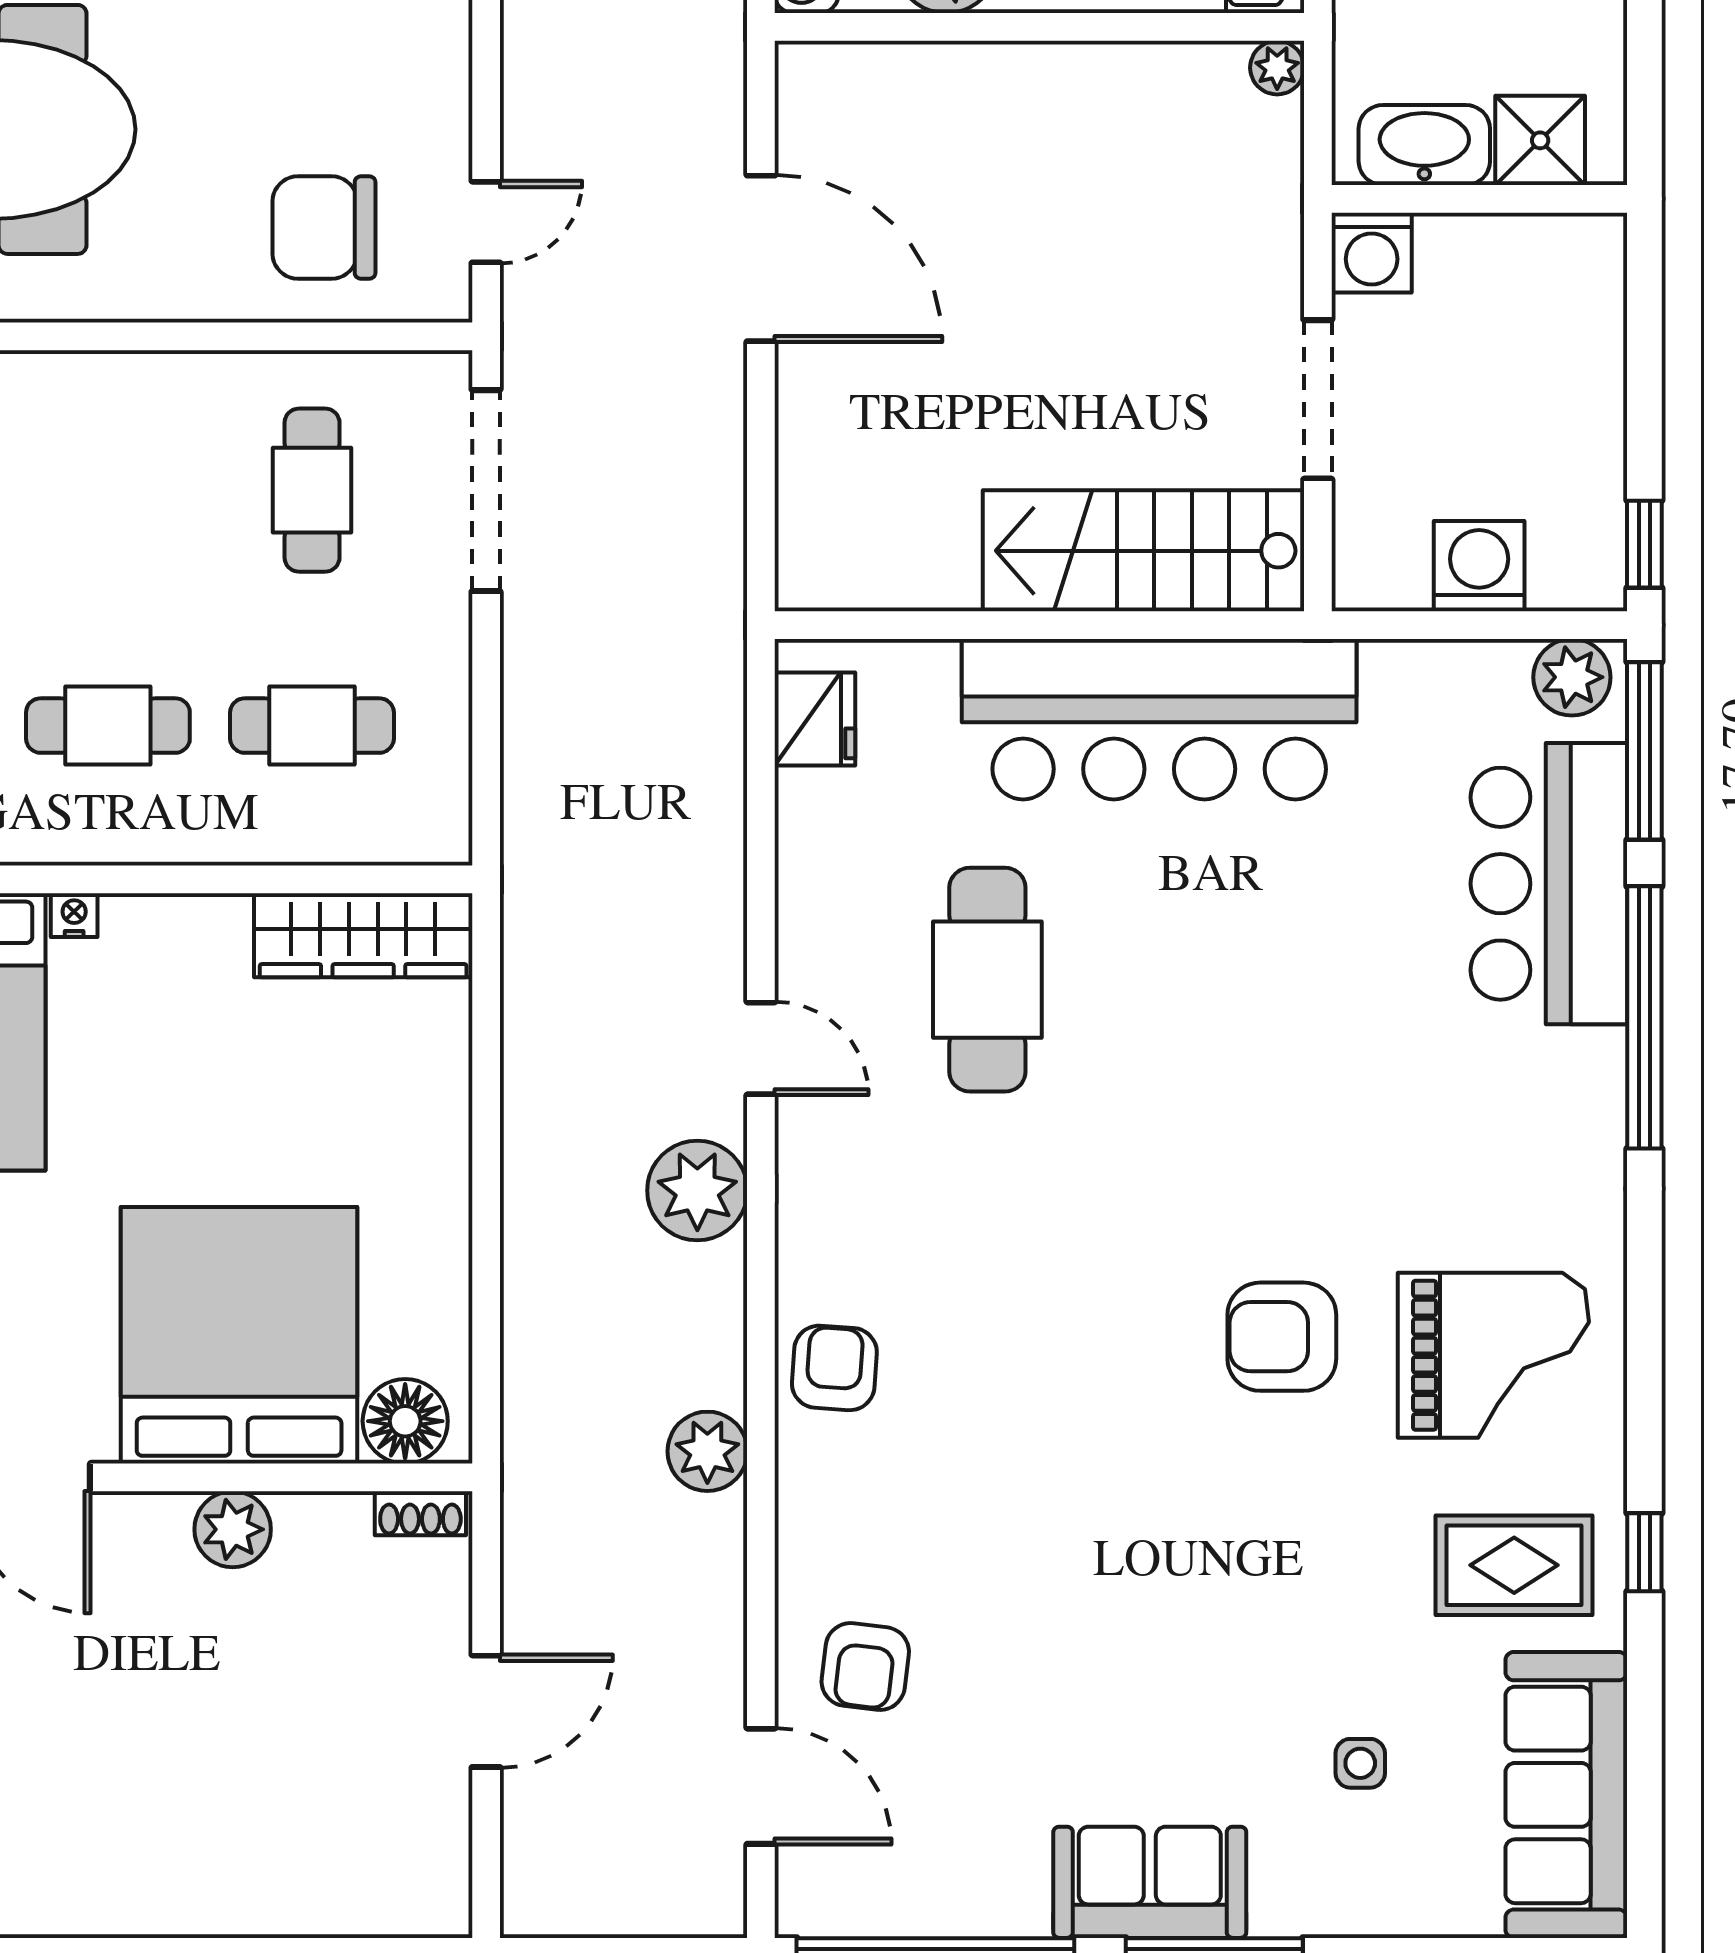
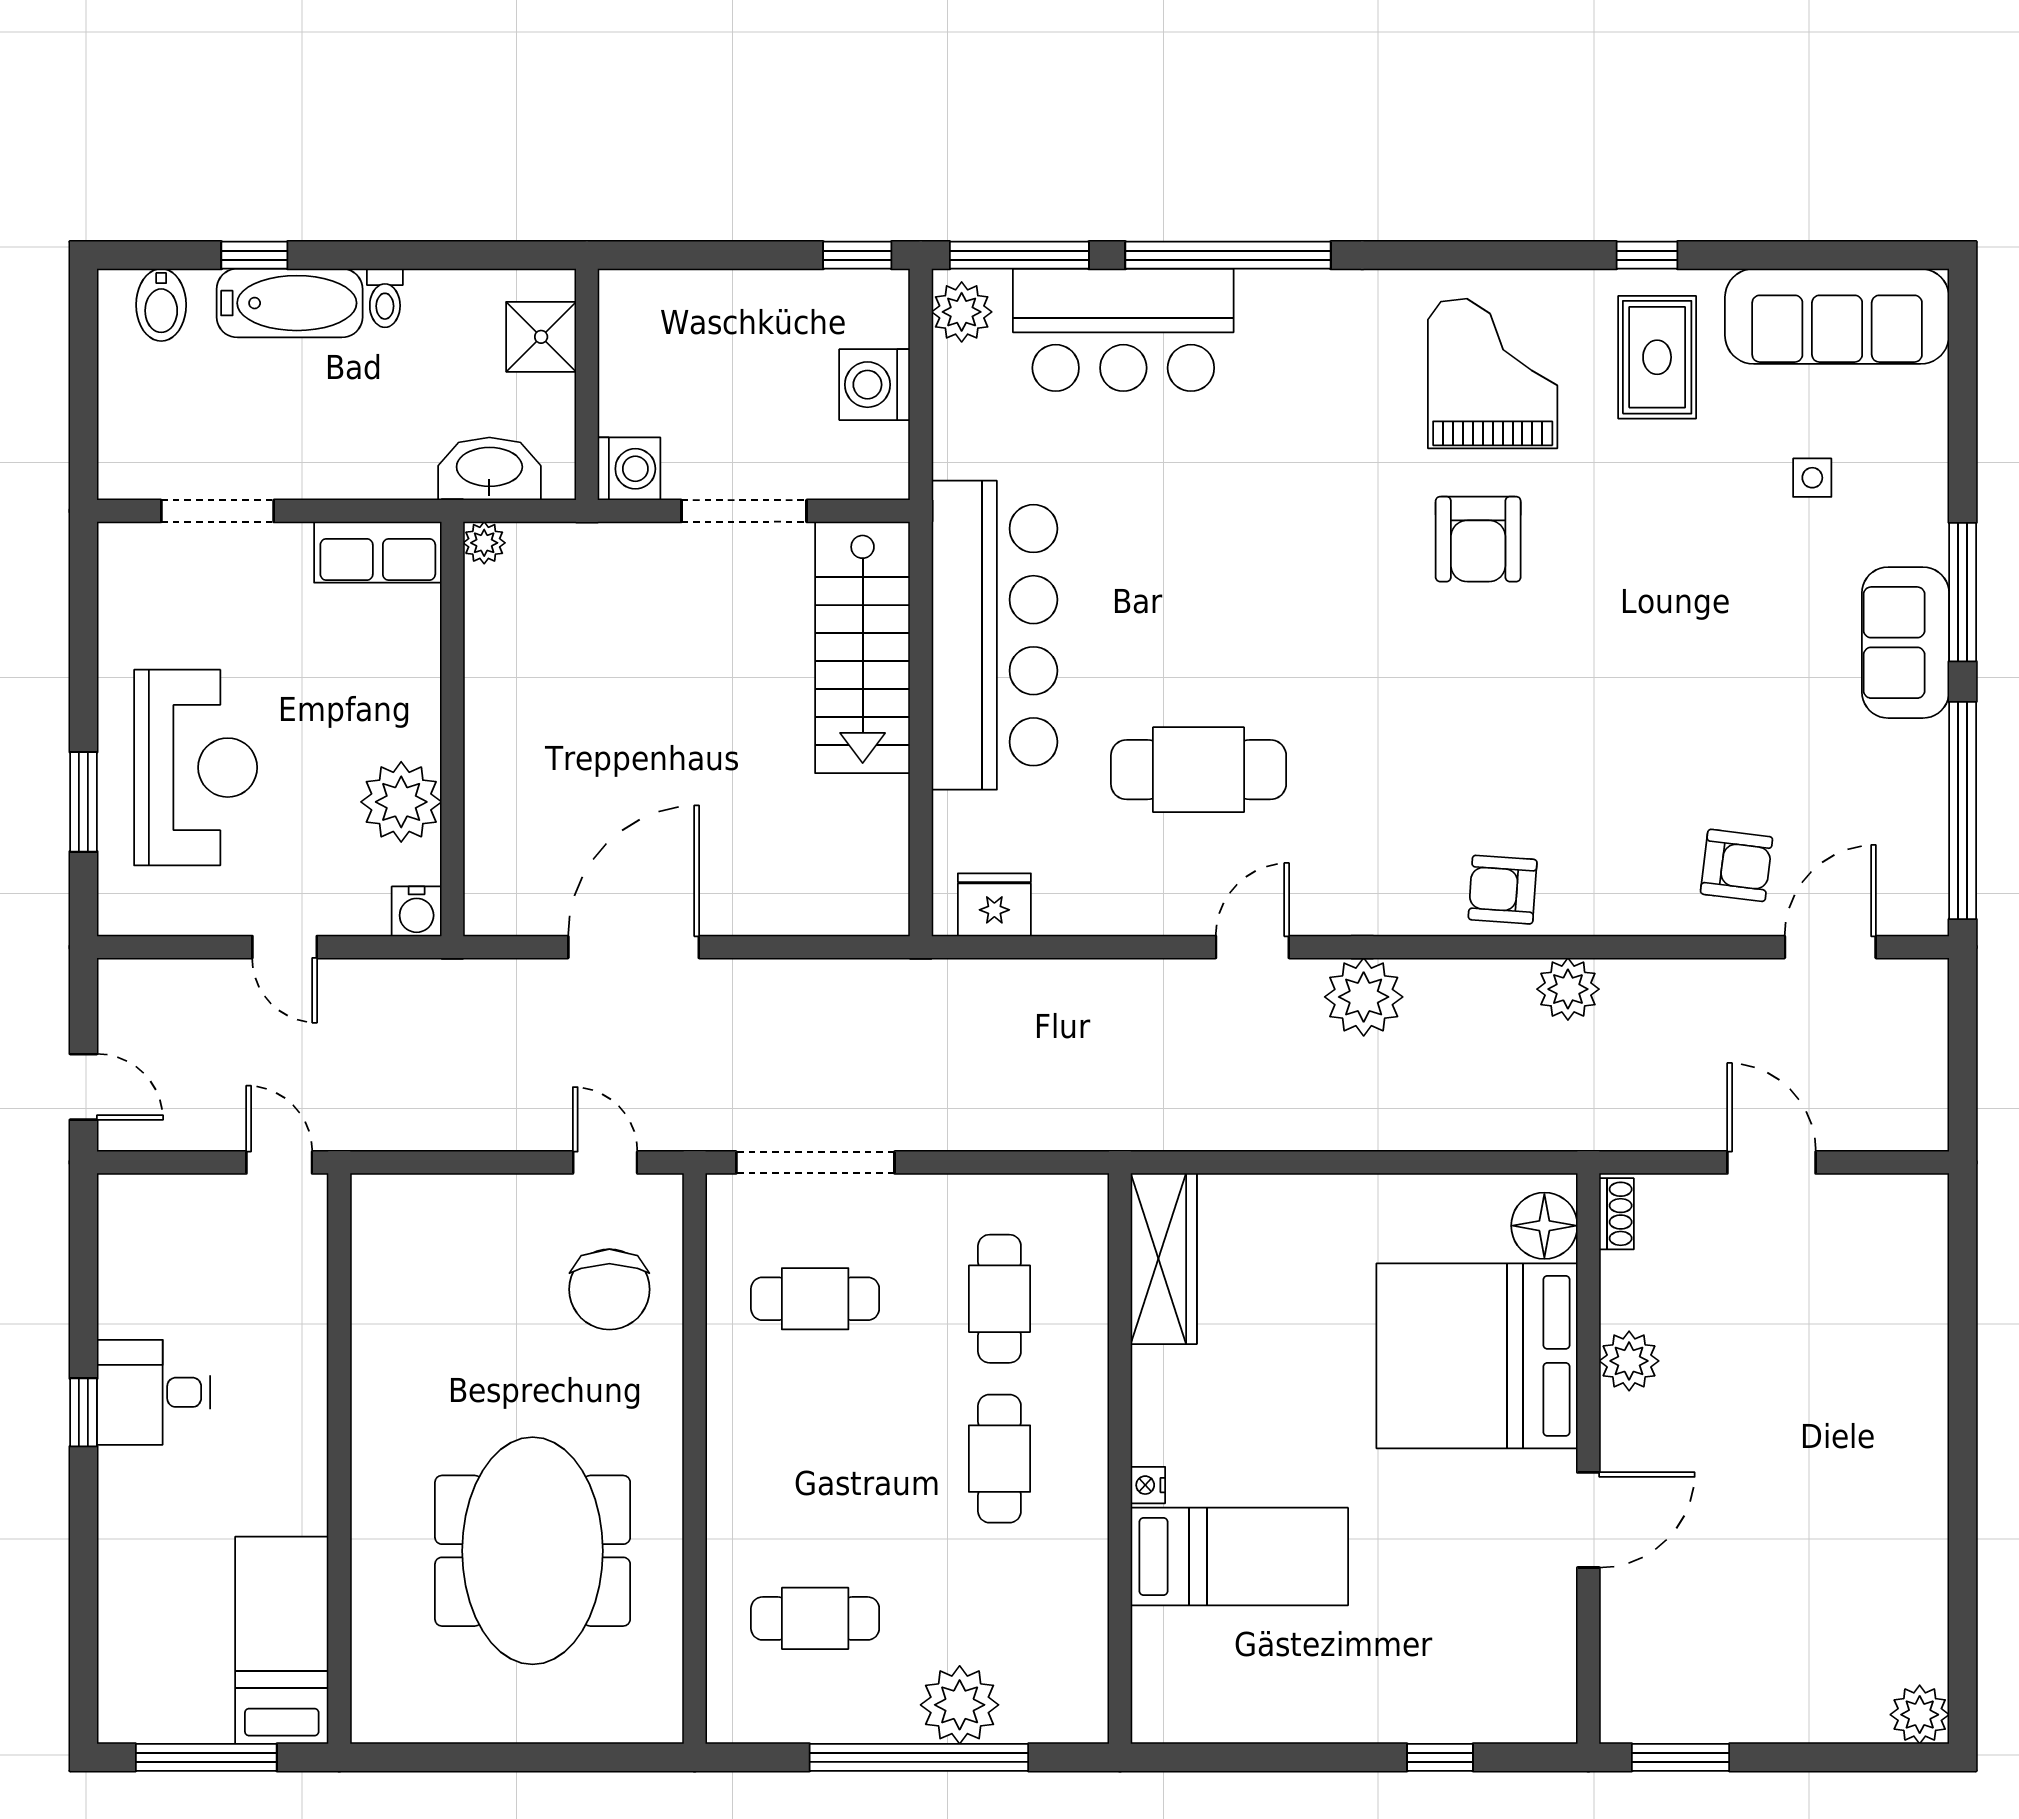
washbasin: (1424, 145) -> (489, 469), moved, turned 90

